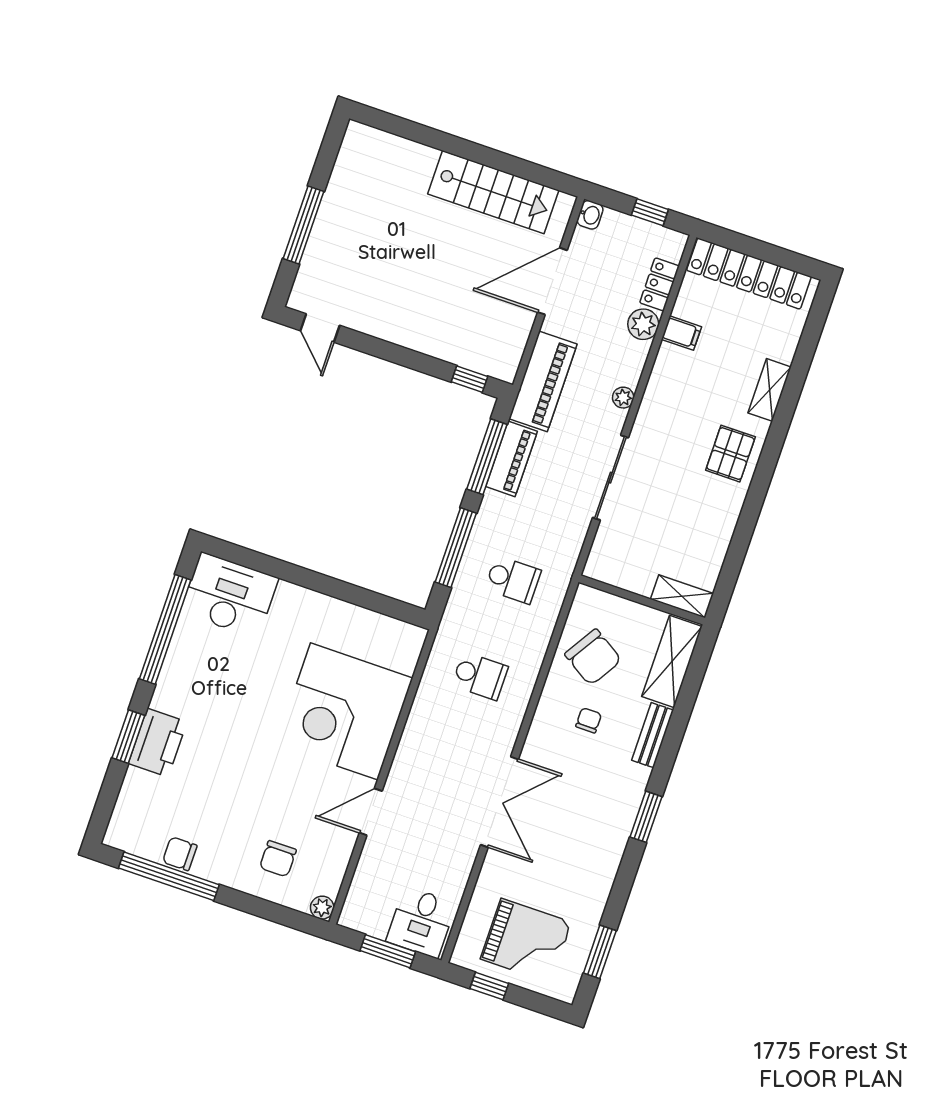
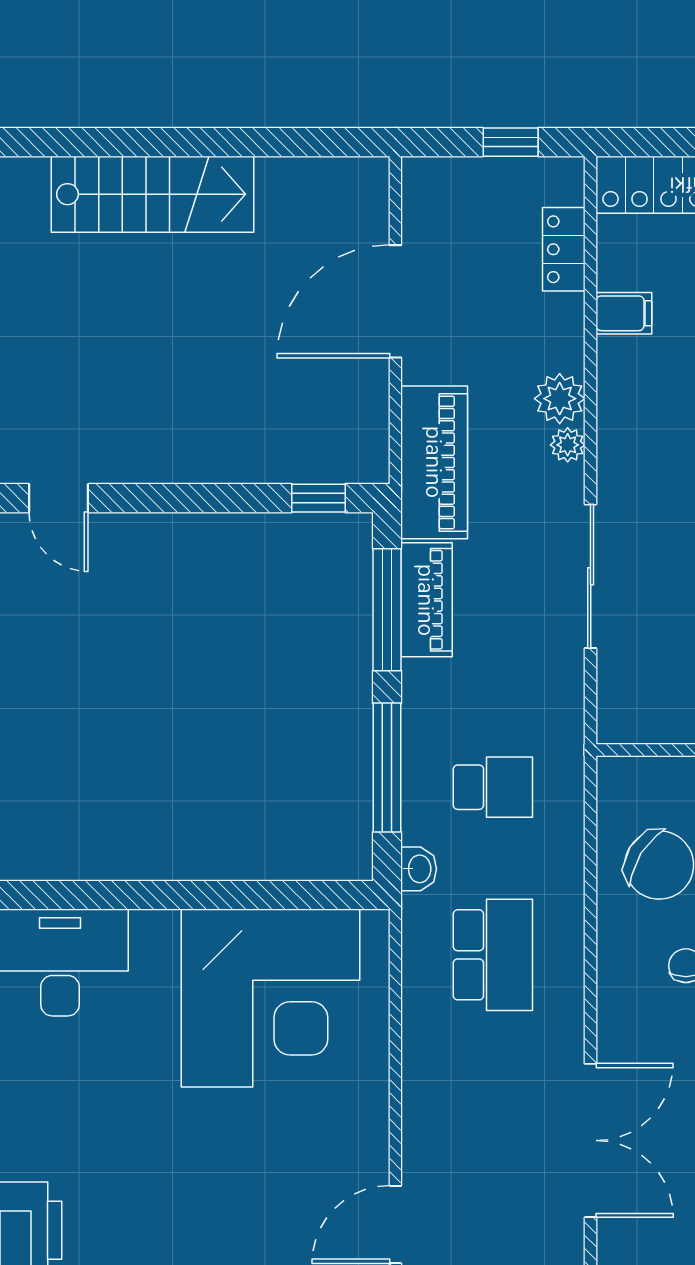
stairs: (493, 192) -> (153, 194), moved
washbasin: (590, 215) -> (419, 869), moved
plant: (643, 324) -> (560, 399), moved
school desk: (480, 676) -> (493, 955), width x1.85
corner desk: (344, 711) -> (271, 998), moved, turned -90

